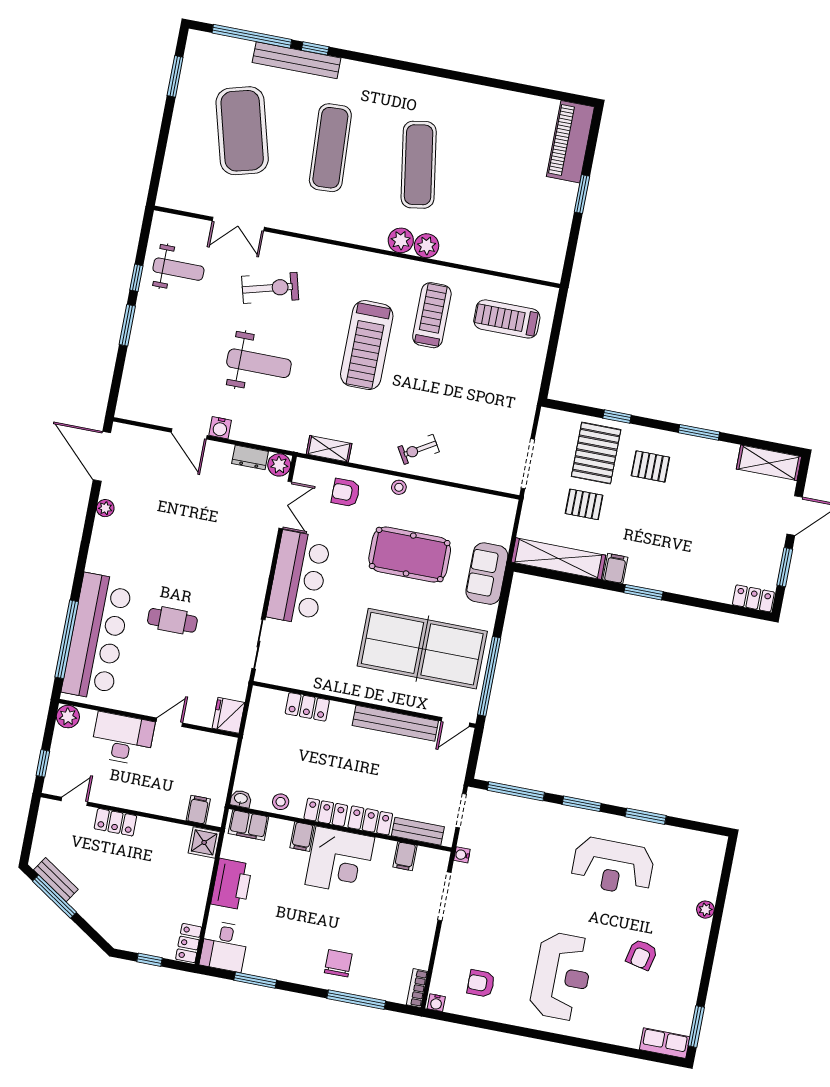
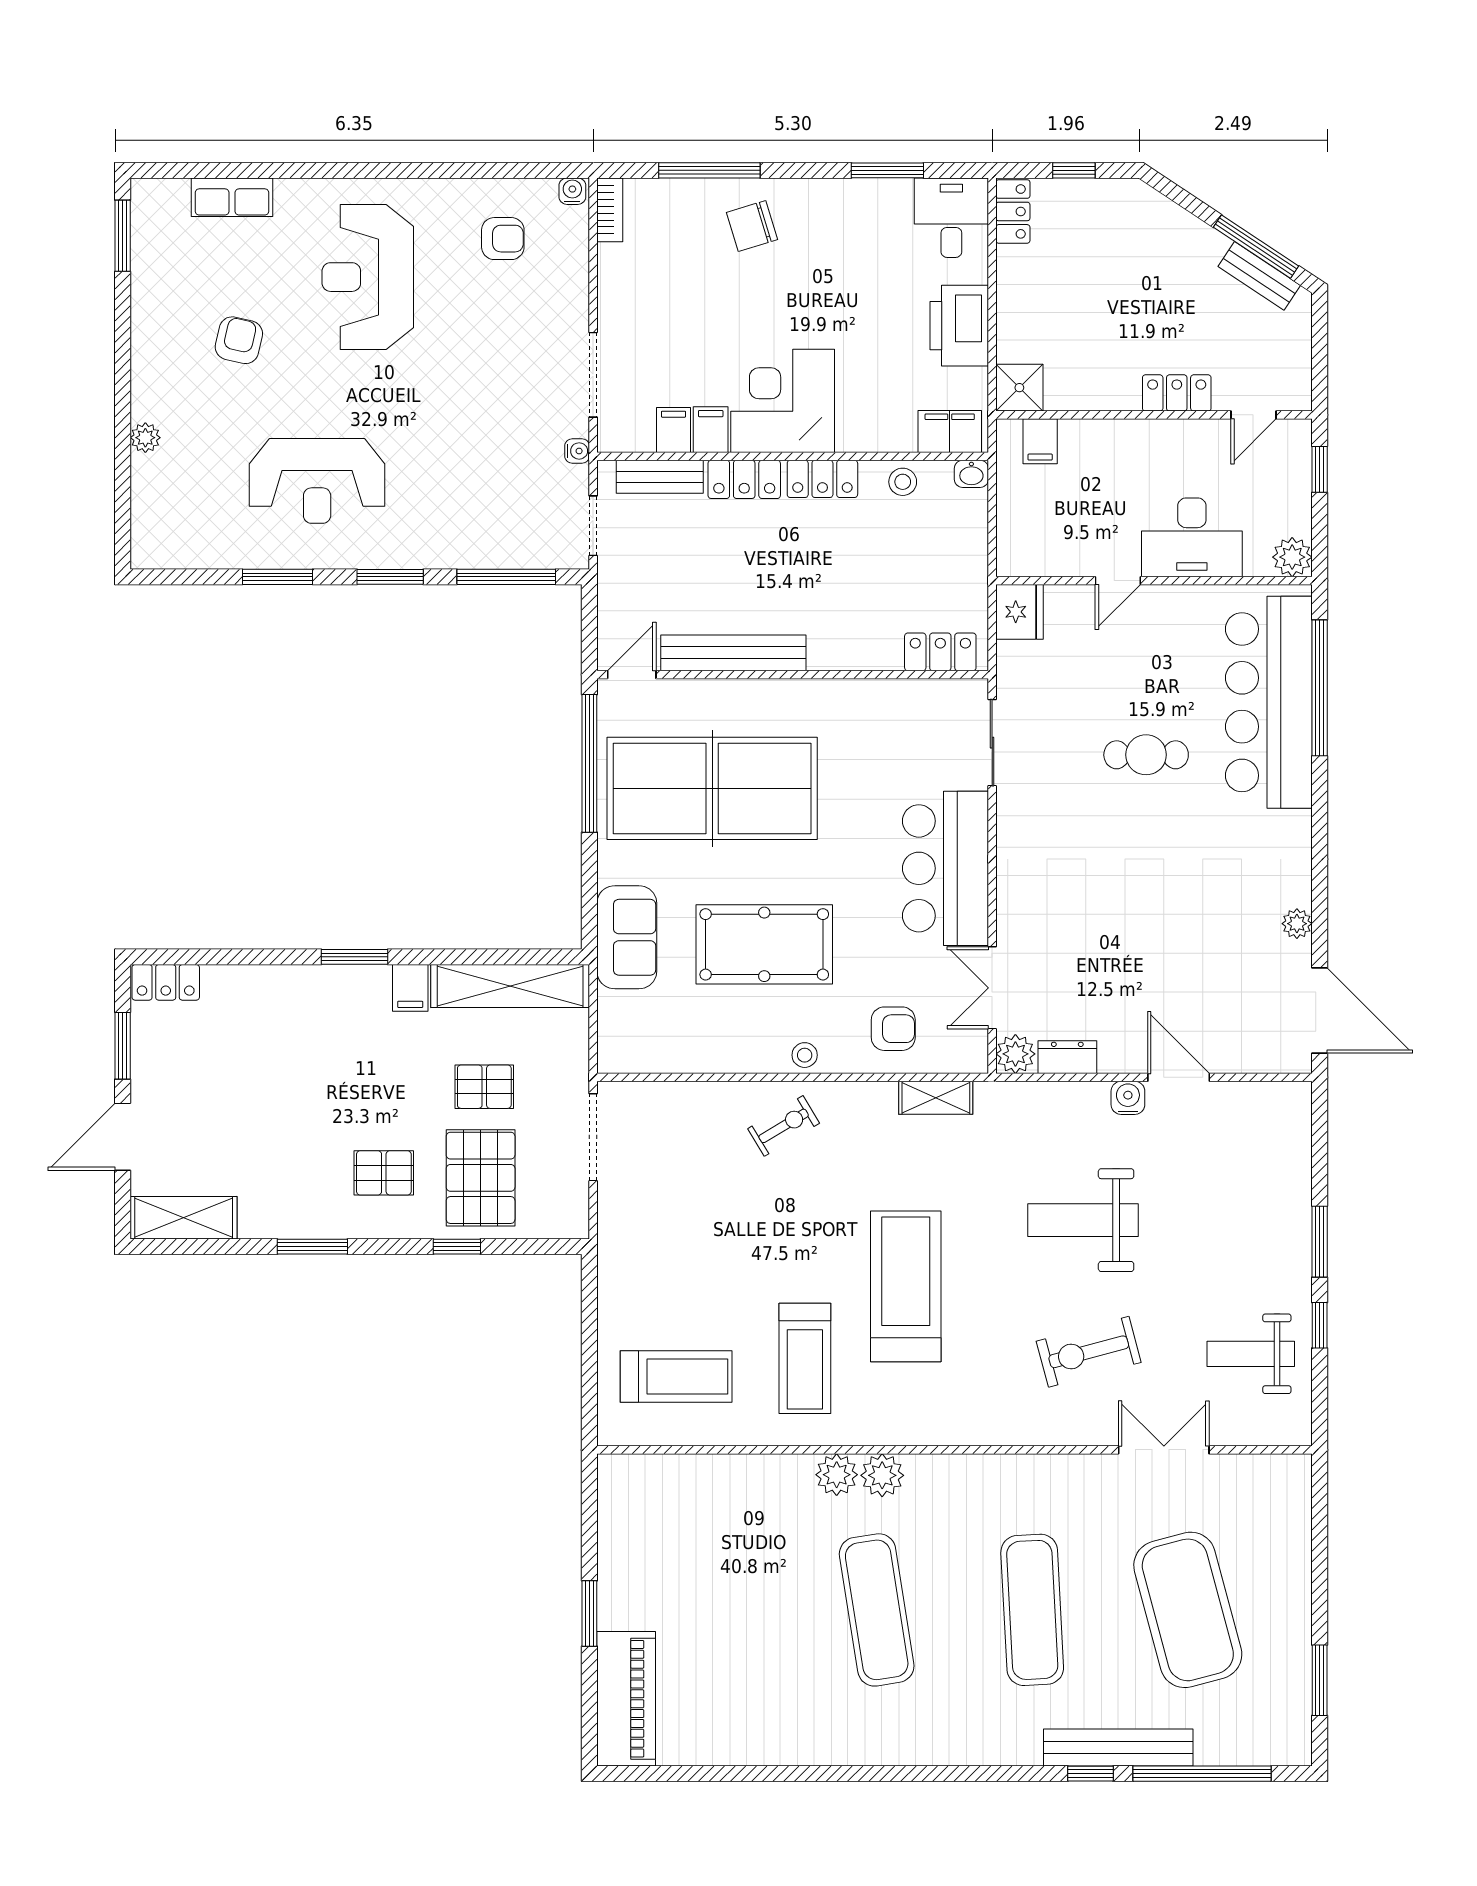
locker: (307, 707) -> (940, 652), moved
filing cabinet: (302, 837) -> (711, 430), moved
reception desk: (613, 866) -> (317, 481), turned 180
chair: (338, 963) -> (752, 226), turned 73
row of seats: (665, 1043) -> (232, 197), moved

